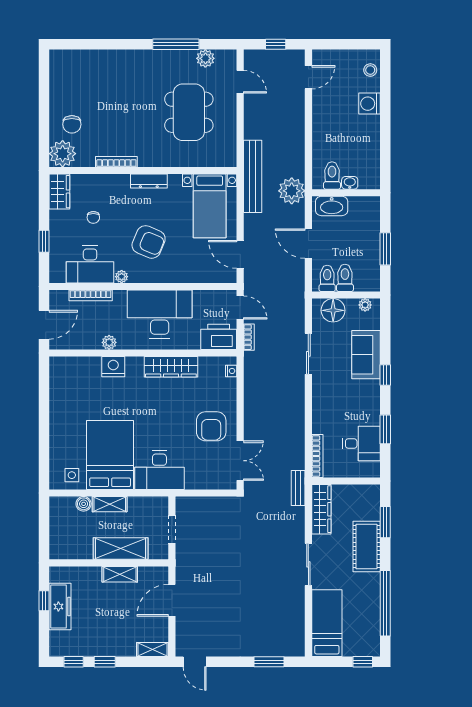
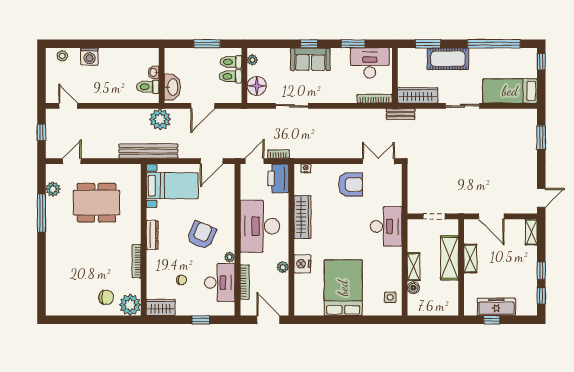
toilet: (327, 278) -> (231, 62), moved
sofa: (366, 355) -> (310, 59), moved
desk: (361, 444) -> (370, 63), width x1.37
bed: (110, 455) -> (343, 288), moved, turned 90

